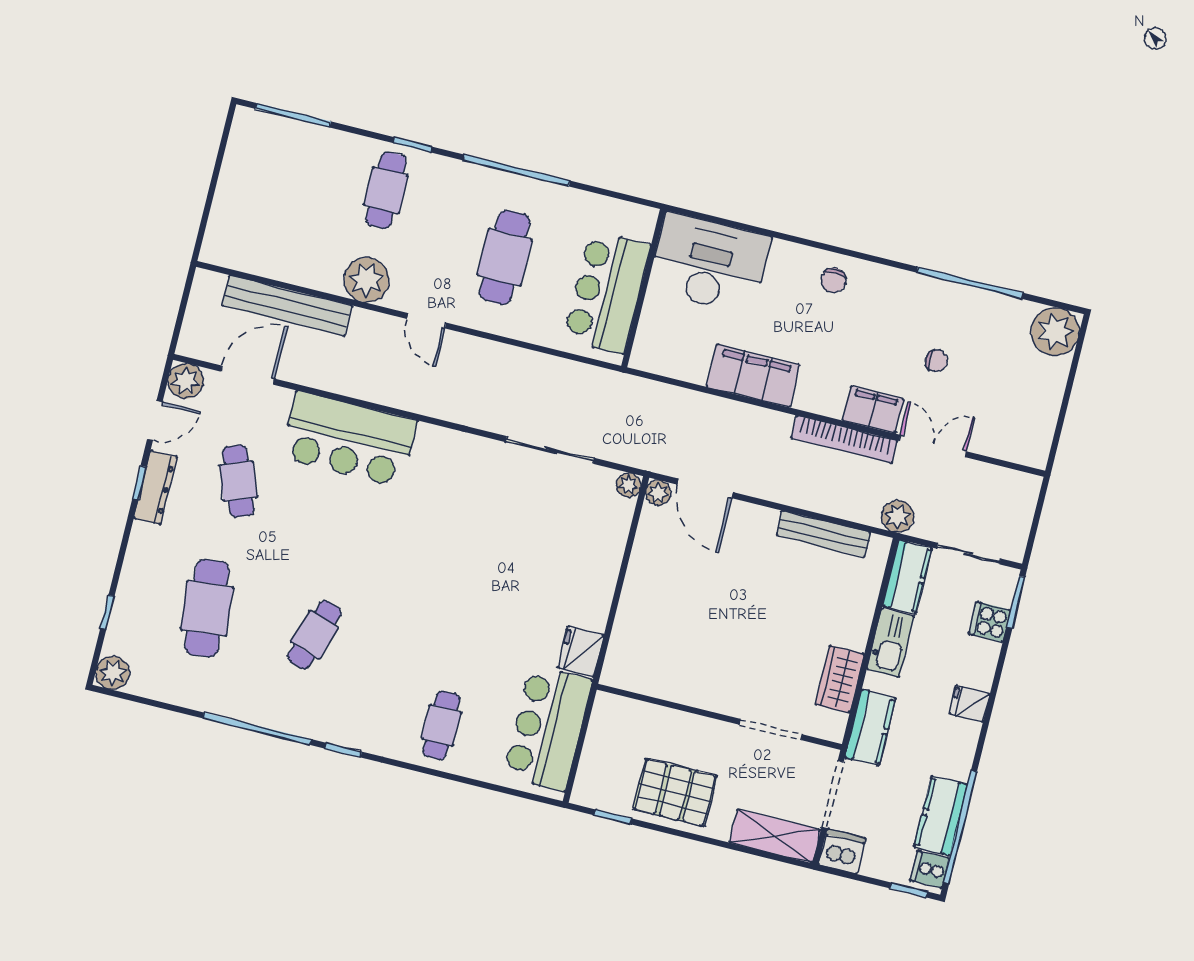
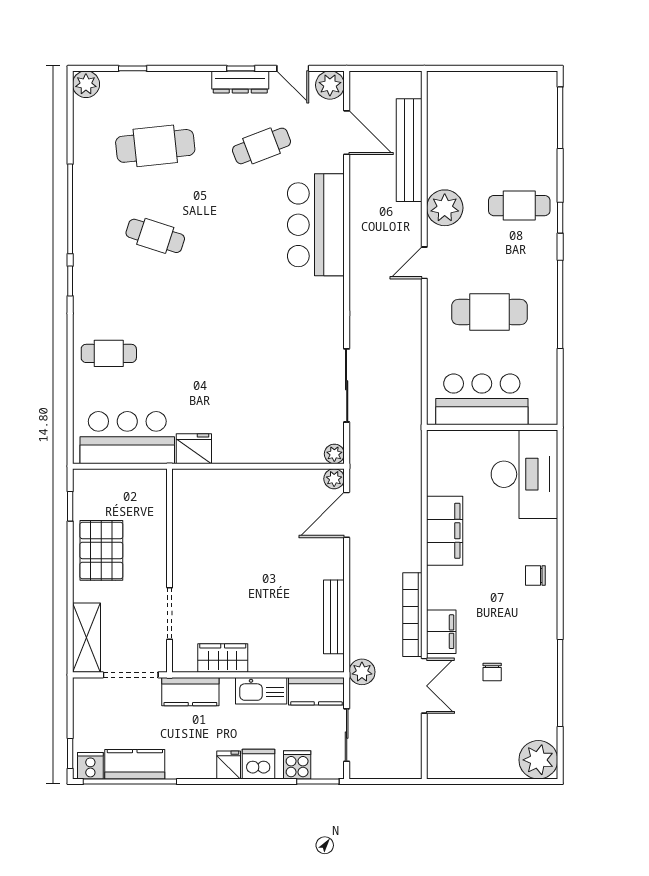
dishwasher: (842, 851) -> (259, 764), moved, turned -90

